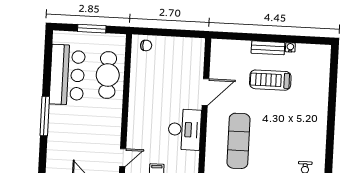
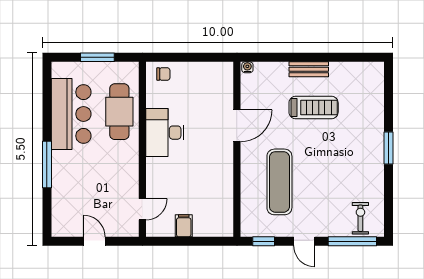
water cooler: (290, 47) -> (247, 67), moved
treadmill: (270, 80) -> (314, 107), turned 180
window: (331, 117) -> (388, 148), added
desk: (185, 130) -> (165, 133), moved, turned 180

